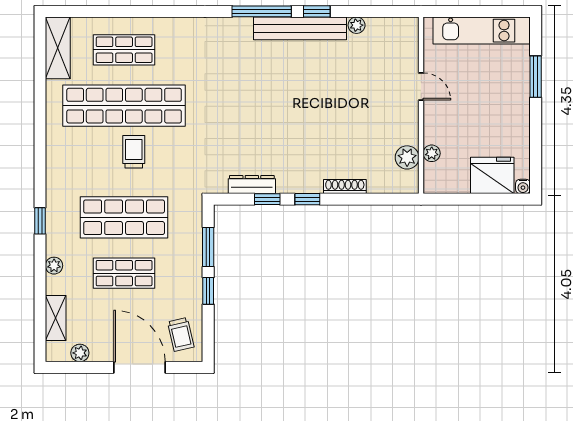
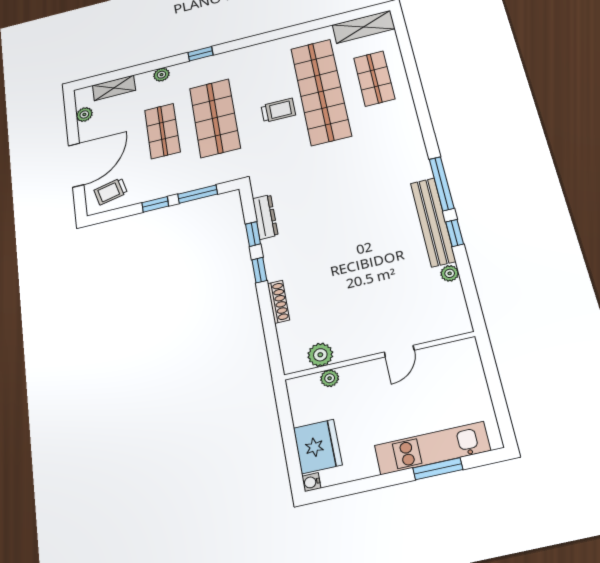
kitchen unit: (482, 31) -> (432, 448), moved, turned 90

